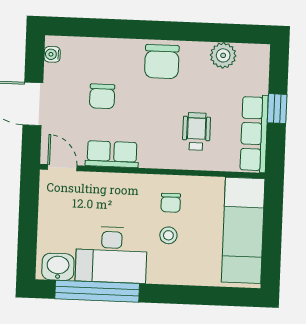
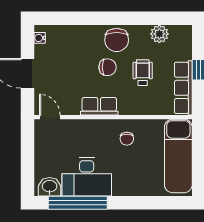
chair: (102, 96) -> (108, 67), moved, turned -90
wheelchair: (196, 131) -> (143, 73), moved
row of seats: (112, 154) -> (99, 106), moved
stool: (168, 235) -> (126, 162), removed

